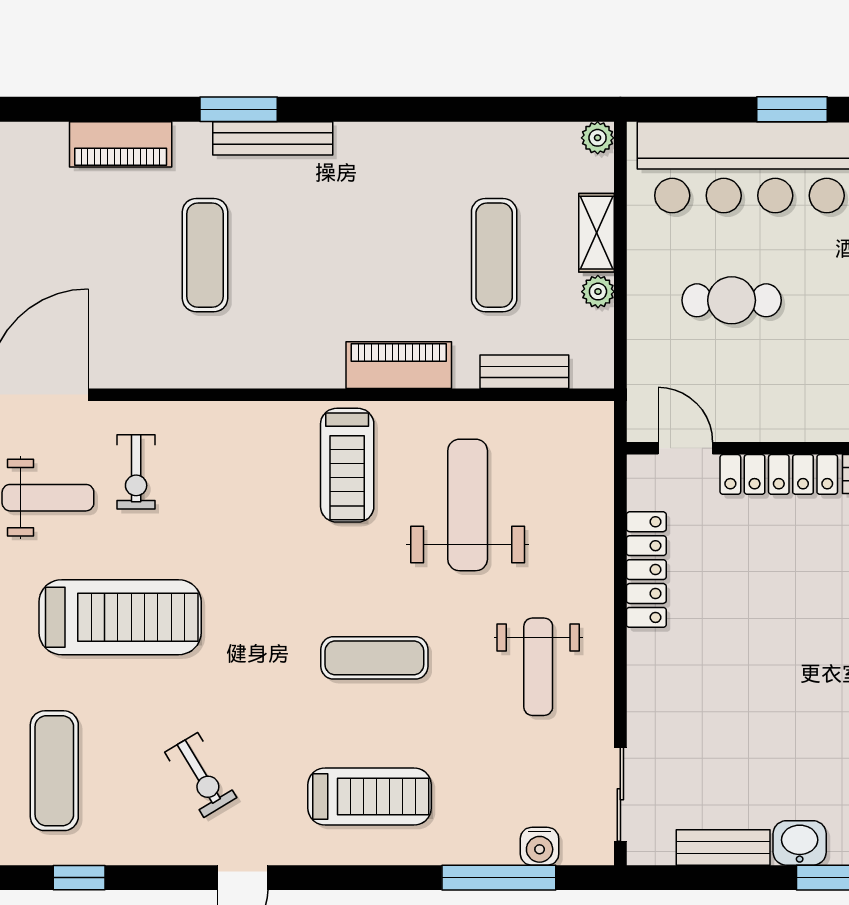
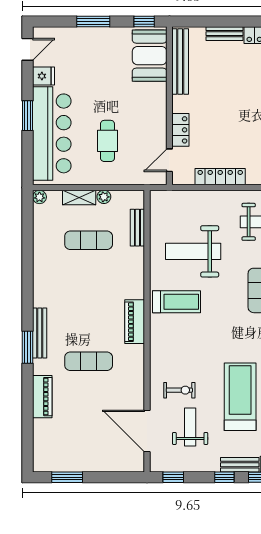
piano: (399, 365) -> (135, 322), moved
locker: (779, 474) -> (180, 130), width x0.66

